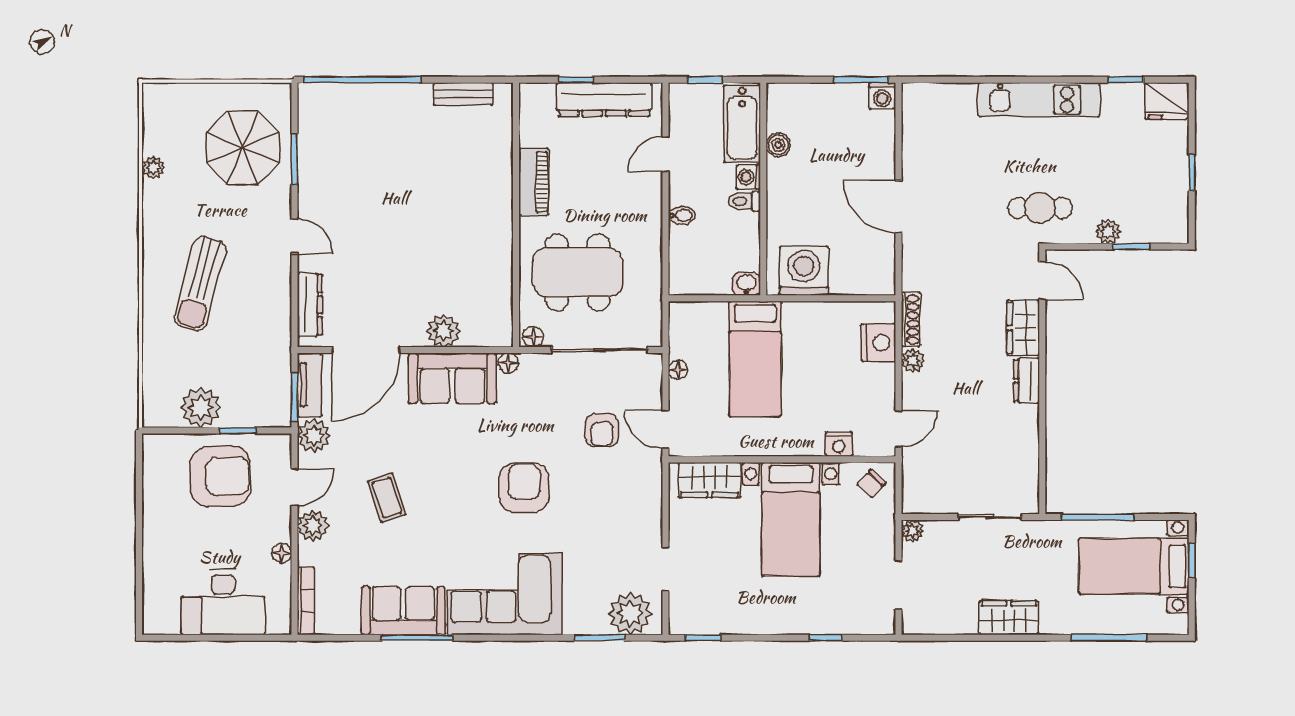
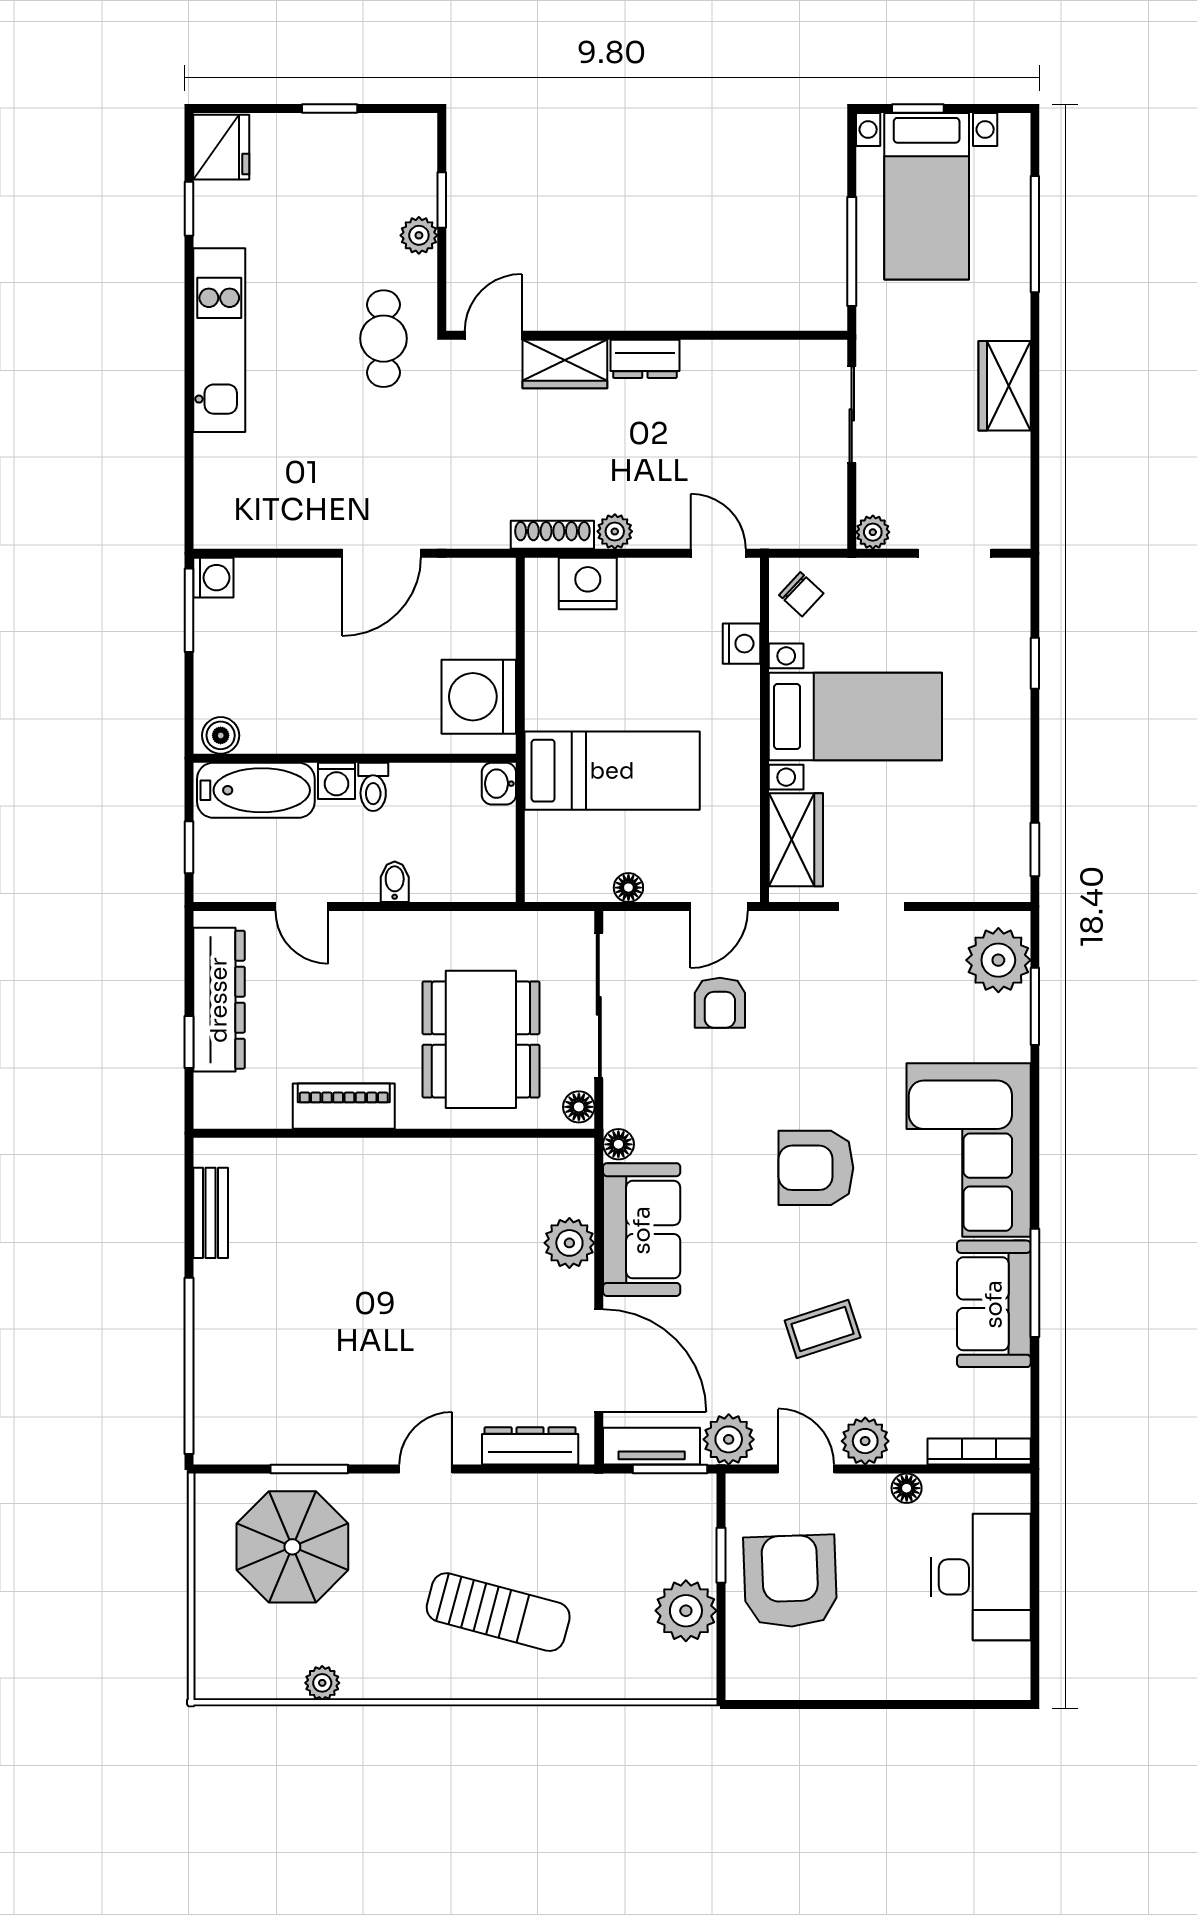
boiler: (778, 145) -> (221, 735), moved
armchair: (602, 430) -> (720, 1003), turned 90
armchair: (524, 488) -> (816, 1168), moved
doorway: (665, 569) -> (872, 906), moved

